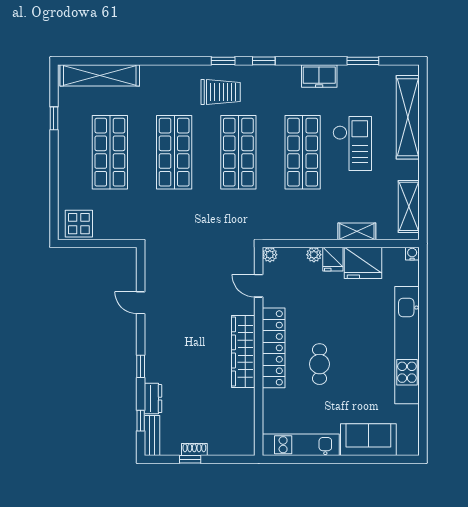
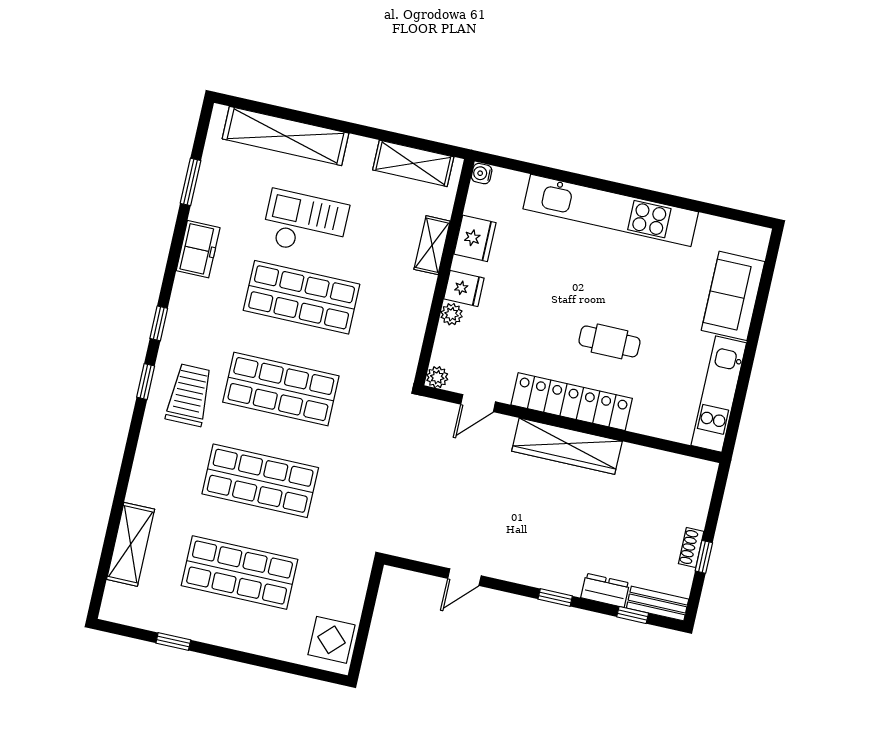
shelving: (100, 75) -> (131, 544), width x0.68
fridge: (363, 263) -> (475, 238), width x0.73, depth x0.75

